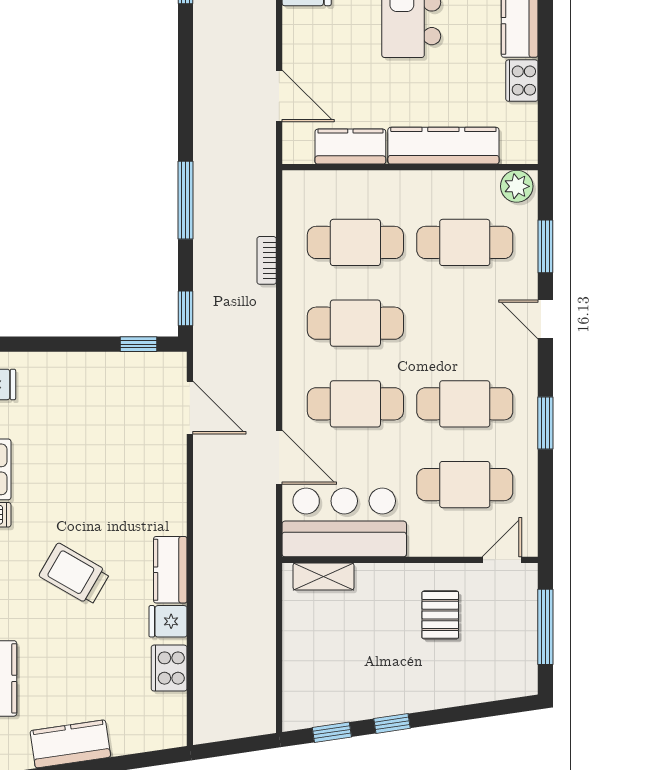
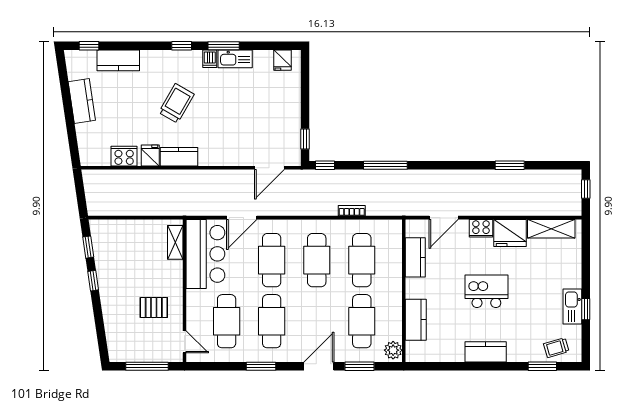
cooker: (522, 81) -> (481, 228), moved, turned 180
kitchen counter: (443, 146) -> (416, 320), width x0.67
door: (545, 319) -> (319, 366), width x1.37

